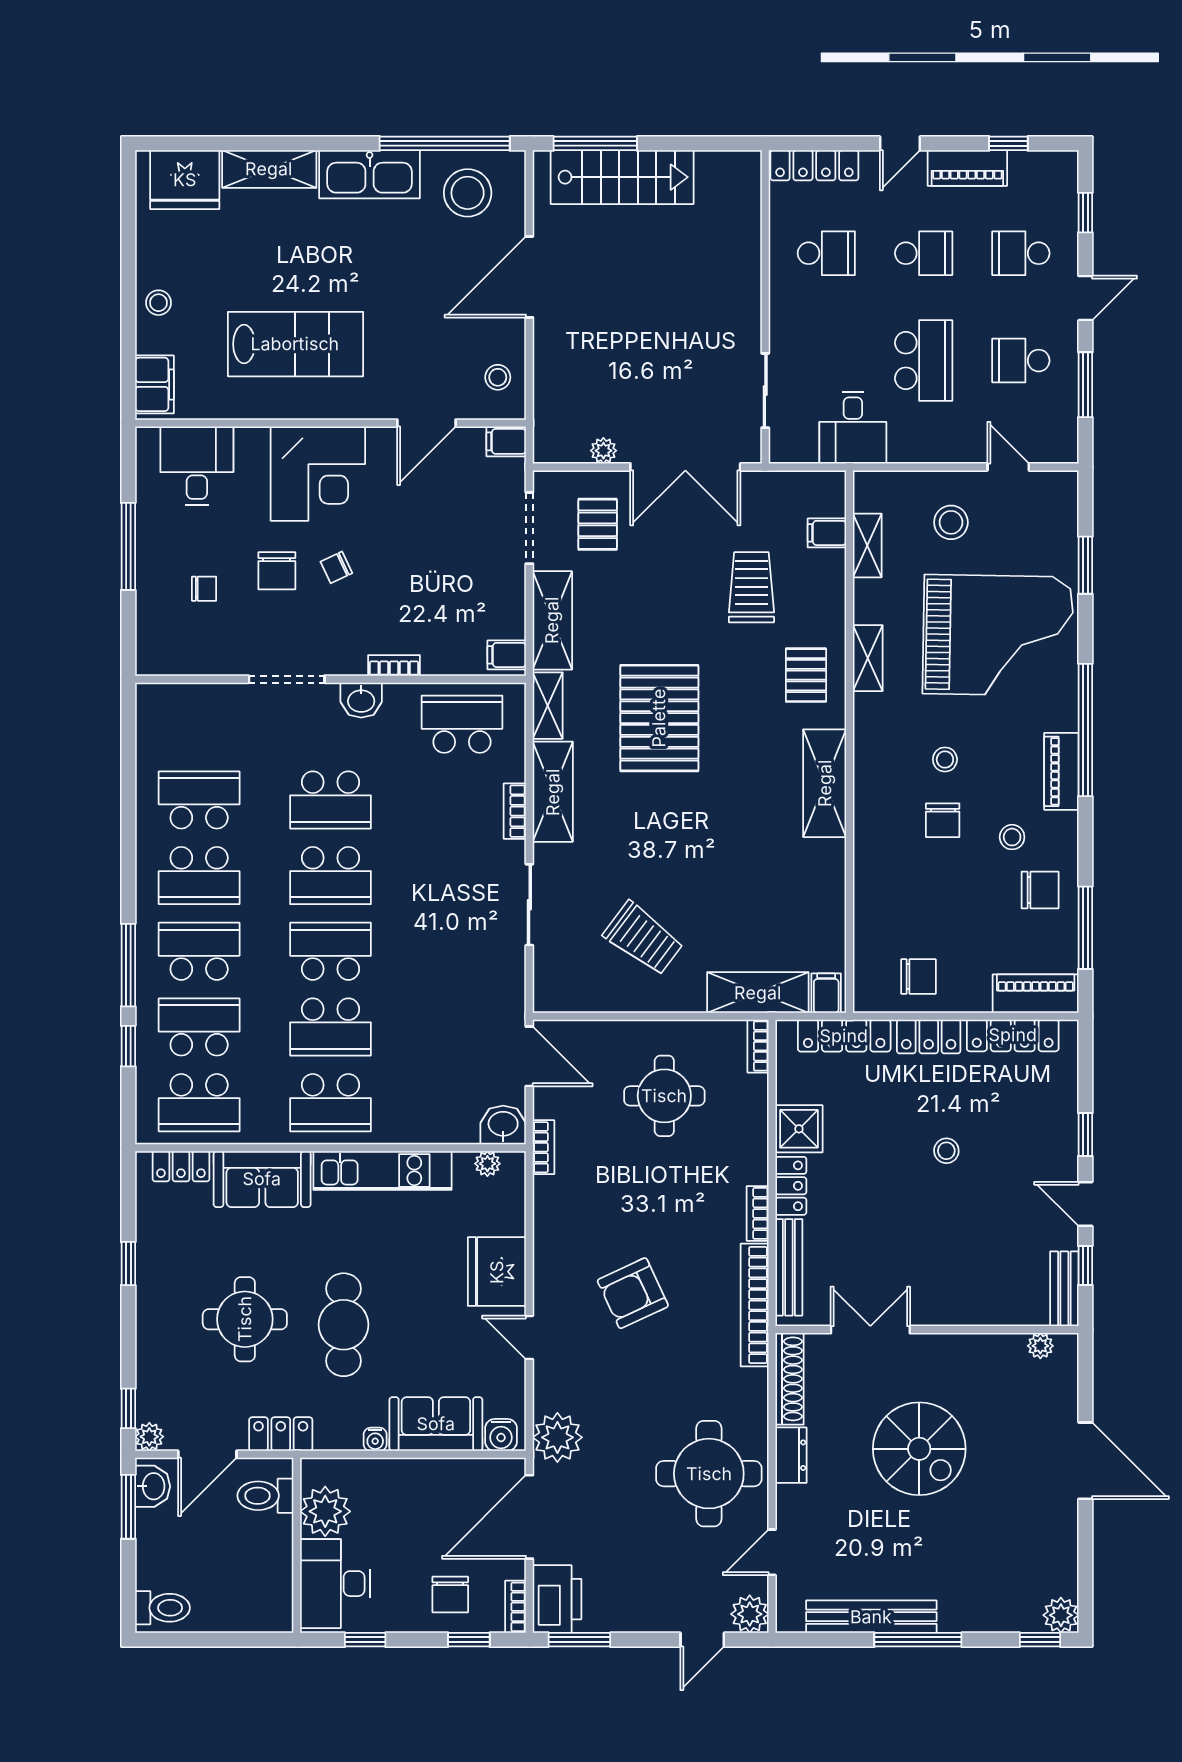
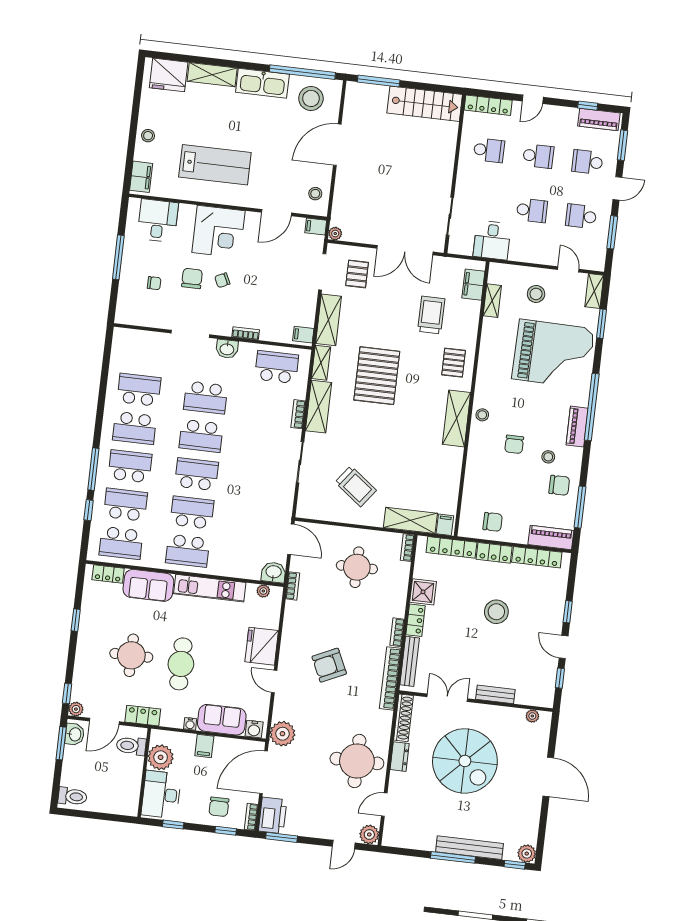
piano: (967, 168) -> (599, 120), moved
stairs: (622, 177) -> (425, 104), moved
window: (1085, 213) -> (622, 145), width x1.50
school desk: (924, 361) -> (532, 210), width x0.54
plant: (603, 451) -> (335, 234), moved
filing cabinet: (827, 533) -> (473, 285), width x2.00
chair: (277, 571) -> (192, 278), turned 180
shelving: (868, 658) -> (594, 291), moved
stool: (945, 759) -> (482, 415), moved
school desk: (331, 1027) -> (192, 512), turned 180
stool: (946, 1151) -> (496, 612), width x1.89, depth x1.89
bench: (1064, 1289) -> (495, 694), moved, turned 90
spiral stairs: (919, 1449) -> (465, 761), width x1.37, depth x1.37
filing cabinet: (408, 1479) -> (204, 746), added
bench: (871, 1617) -> (470, 848), moved

